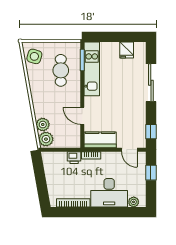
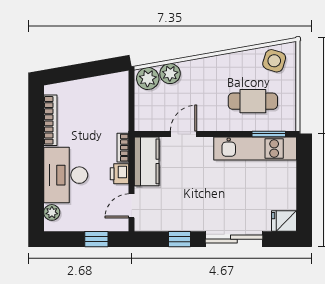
fridge: (127, 50) -> (284, 221), moved
window: (151, 132) -> (180, 239), moved
printer: (74, 158) -> (119, 174), moved

